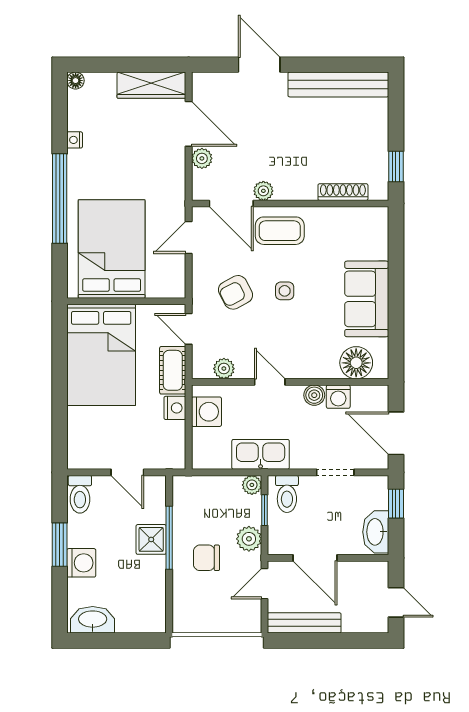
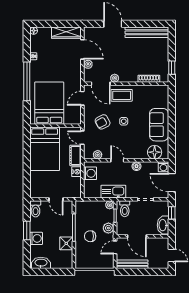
washing machine: (338, 397) -> (163, 167), moved
shower: (151, 539) -> (66, 243), moved

